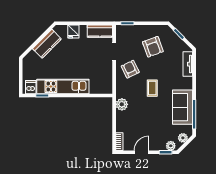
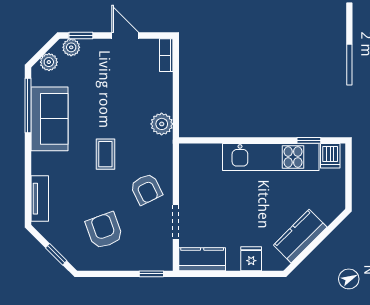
door: (142, 152) -> (125, 36), swing flipped

